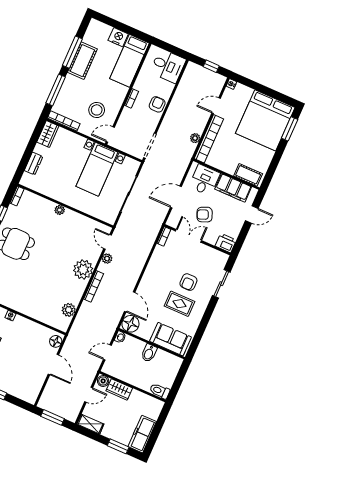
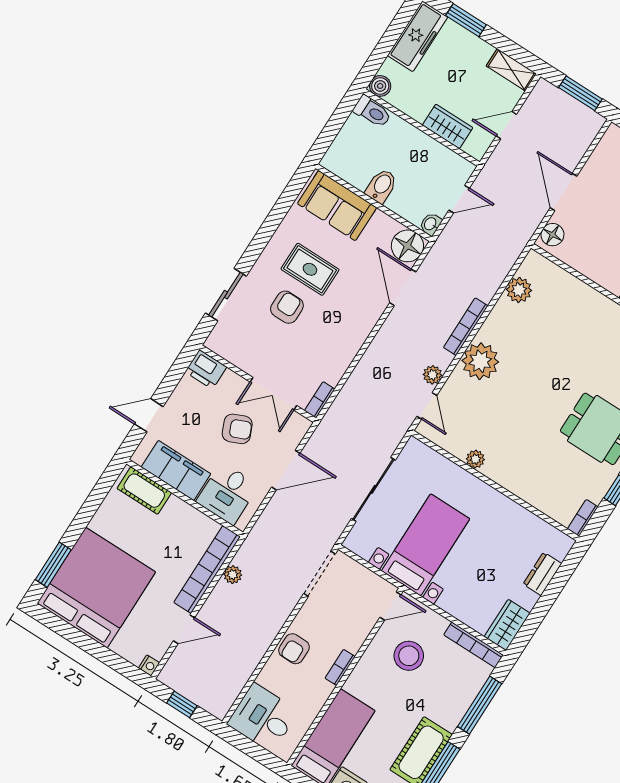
plant: (60, 210) -> (475, 459), moved
boiler: (103, 381) -> (380, 86), moved

